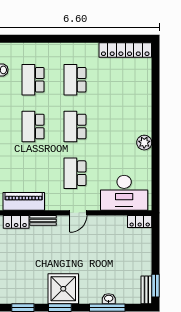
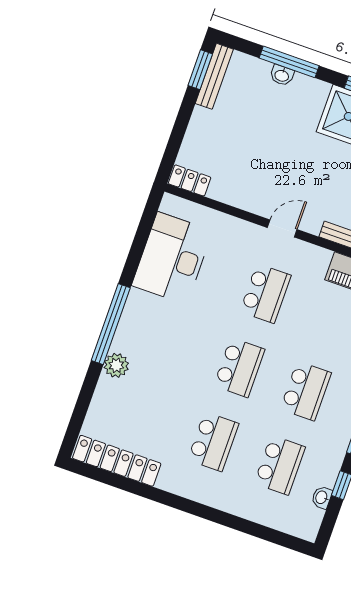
window: (156, 125) -> (111, 324), added
plant: (144, 143) -> (116, 365), moved
desk: (124, 193) -> (172, 258), moved, turned -90
bench: (146, 290) -> (214, 76), width x1.36

